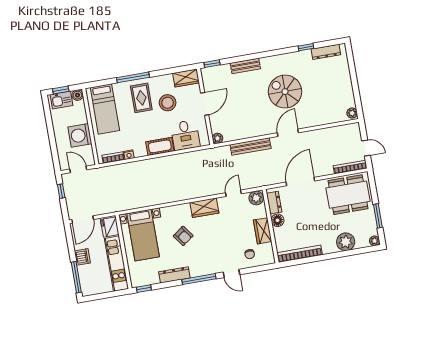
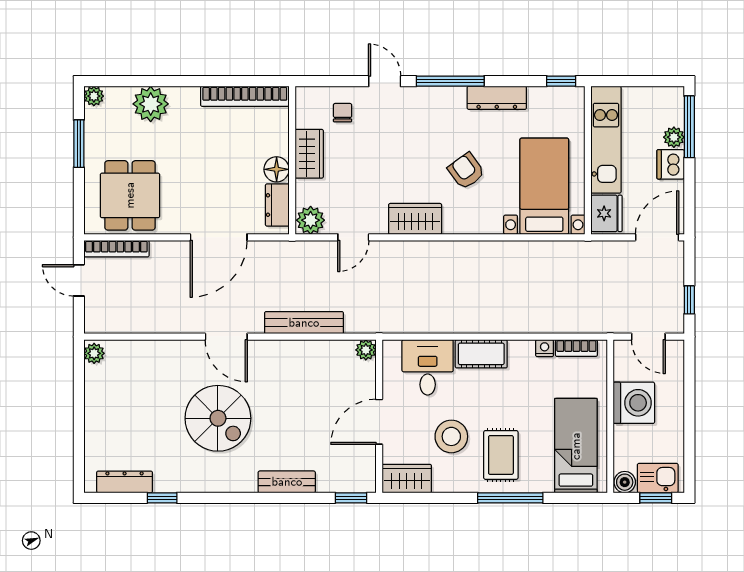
door: (288, 133) -> (226, 337), hinge flipped
dining table: (348, 195) -> (130, 195), width x0.73
plant: (83, 271) -> (674, 137), added

